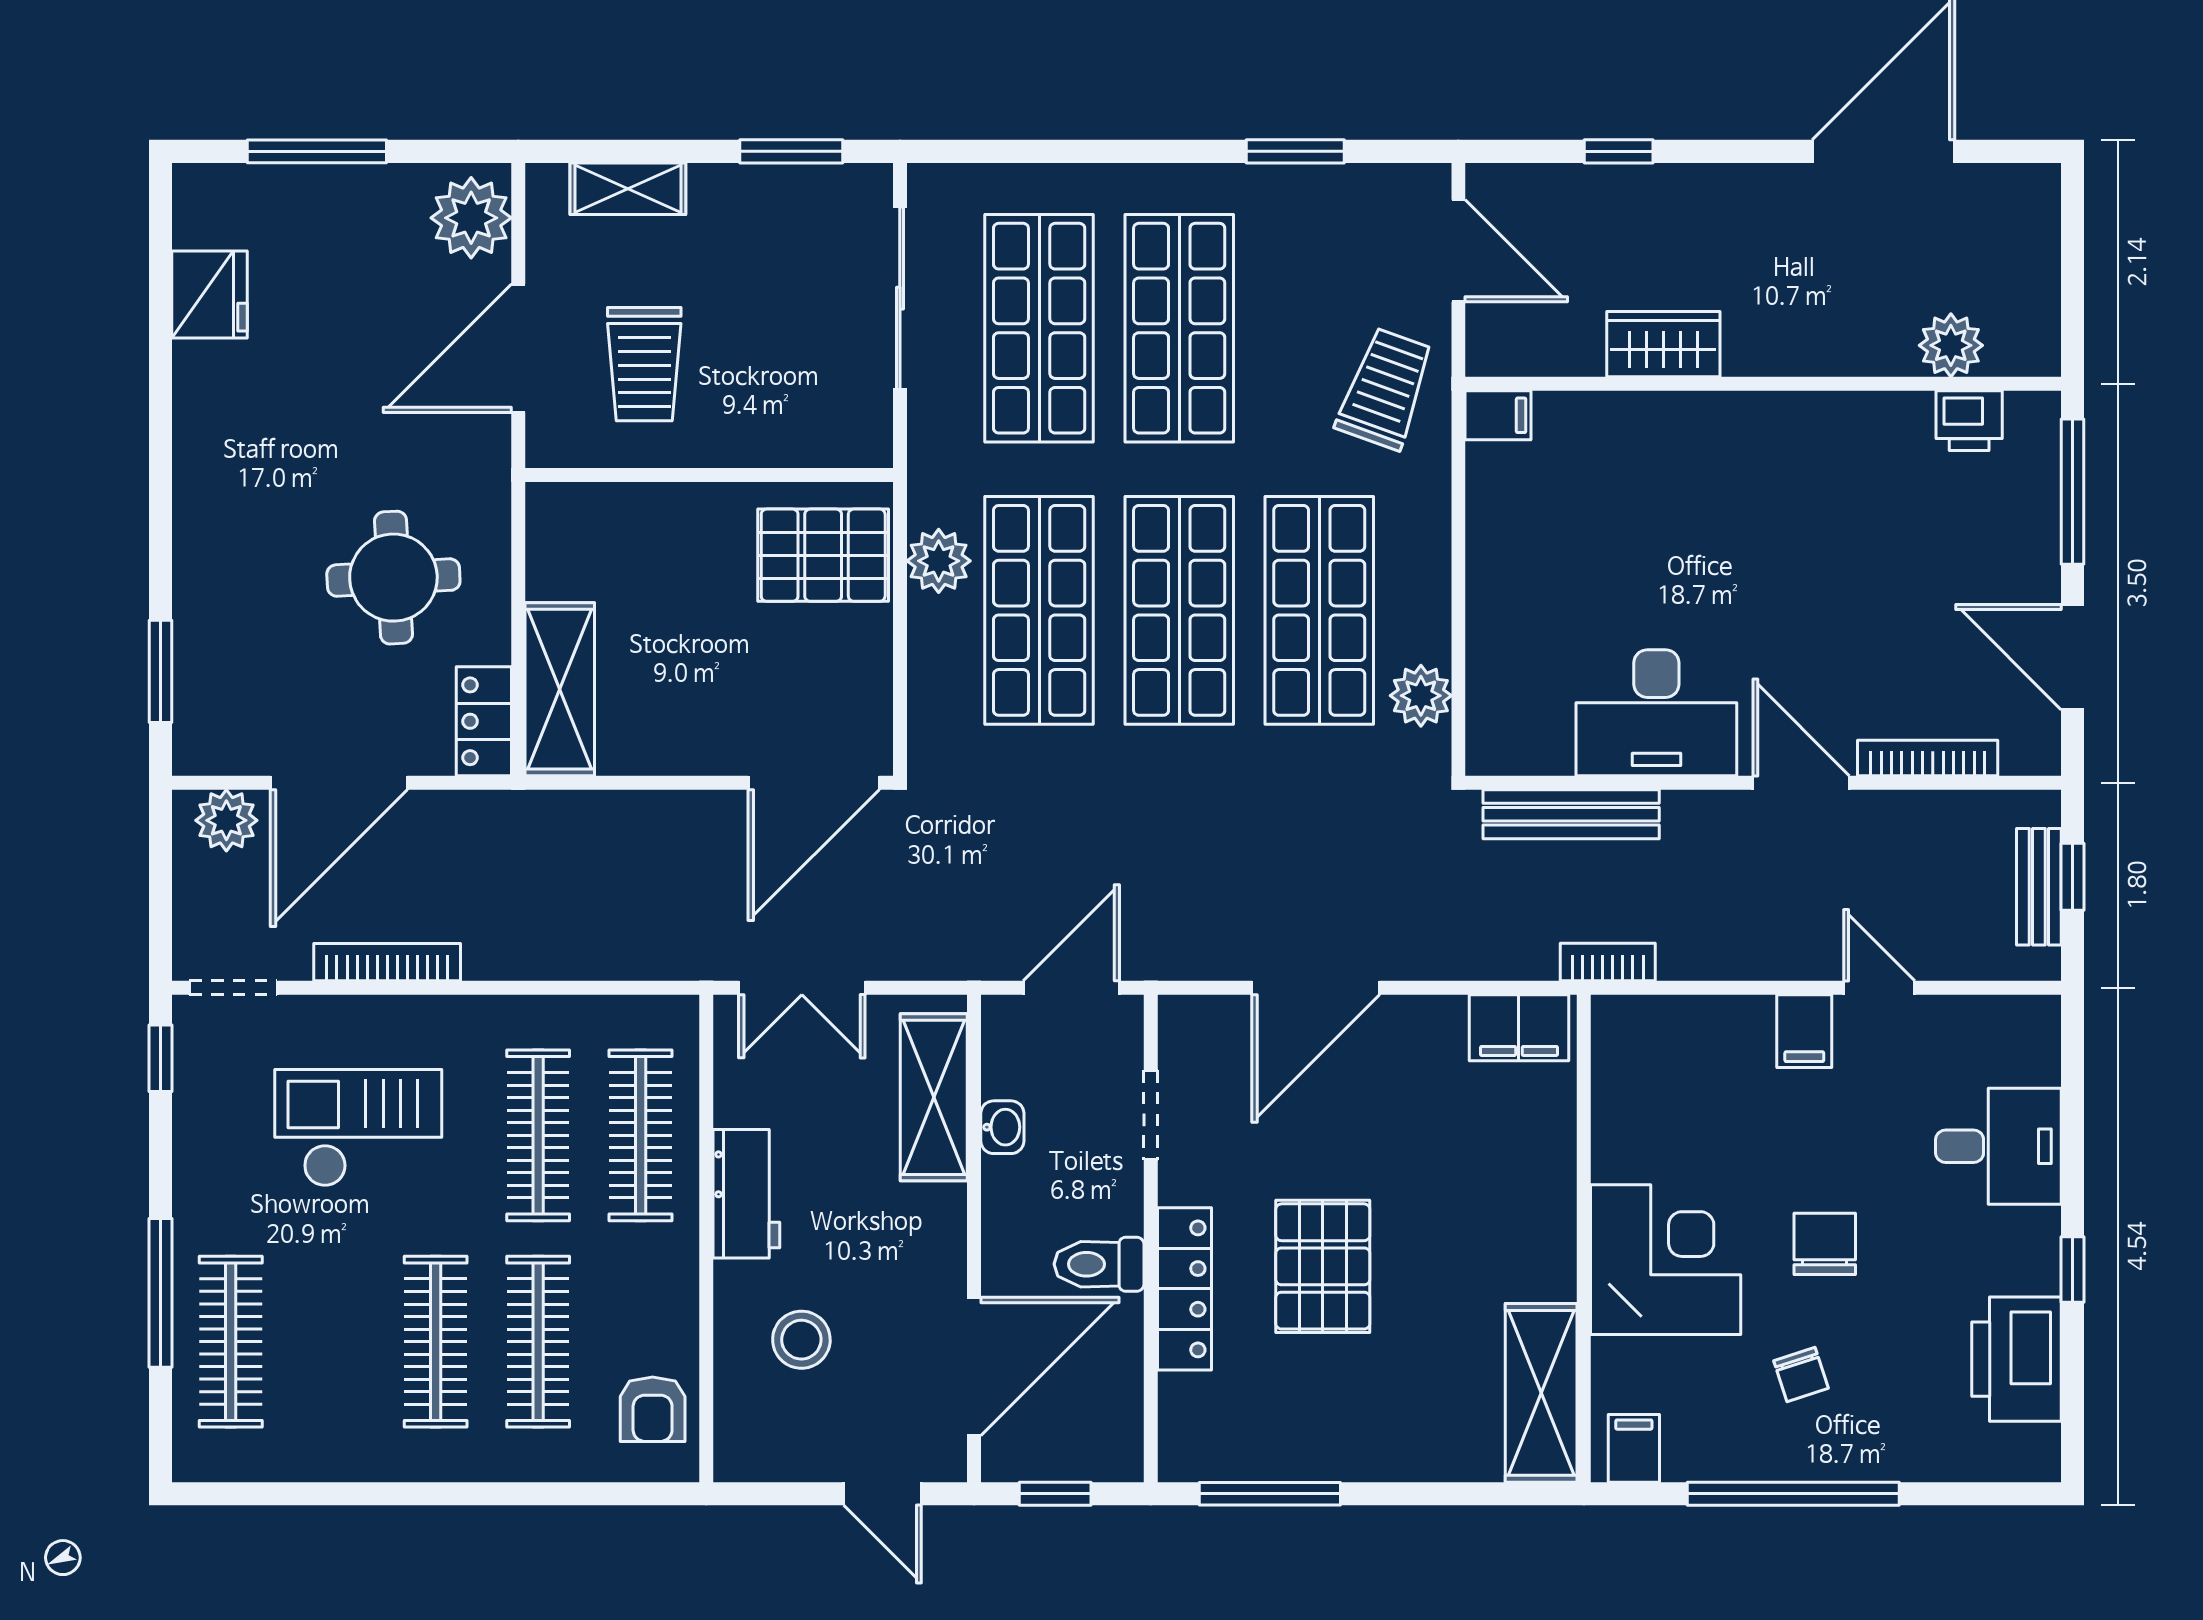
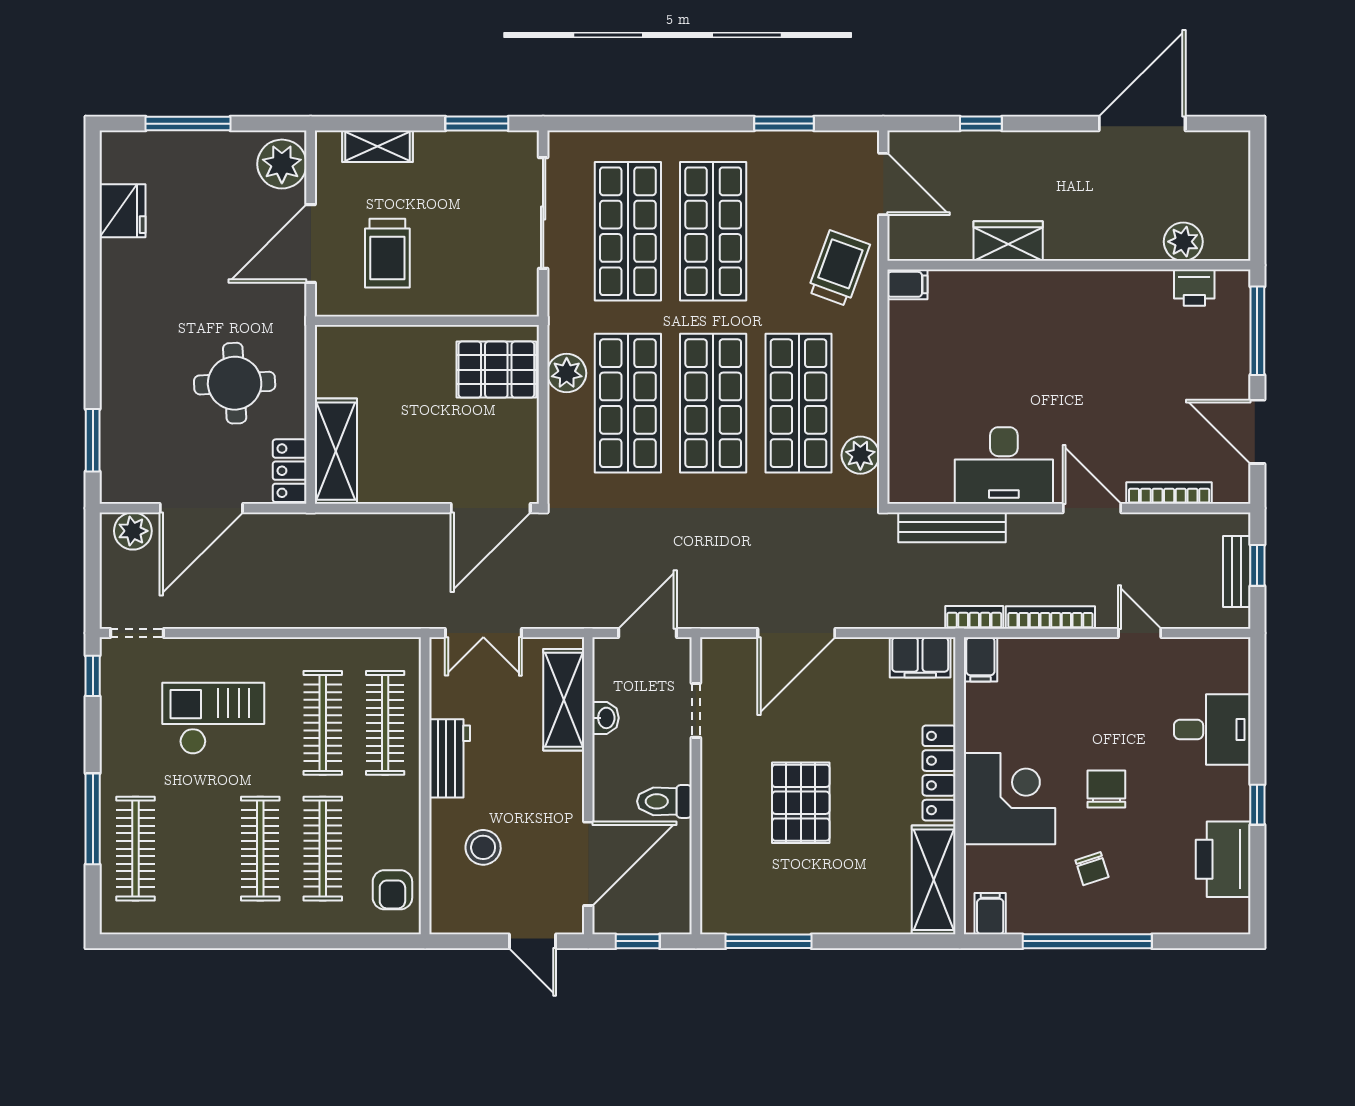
bookcase: (387, 962) -> (1050, 617), moved
filing cabinet: (1804, 1031) -> (980, 659), moved
locker: (1184, 1289) -> (939, 773), moved, turned 180

